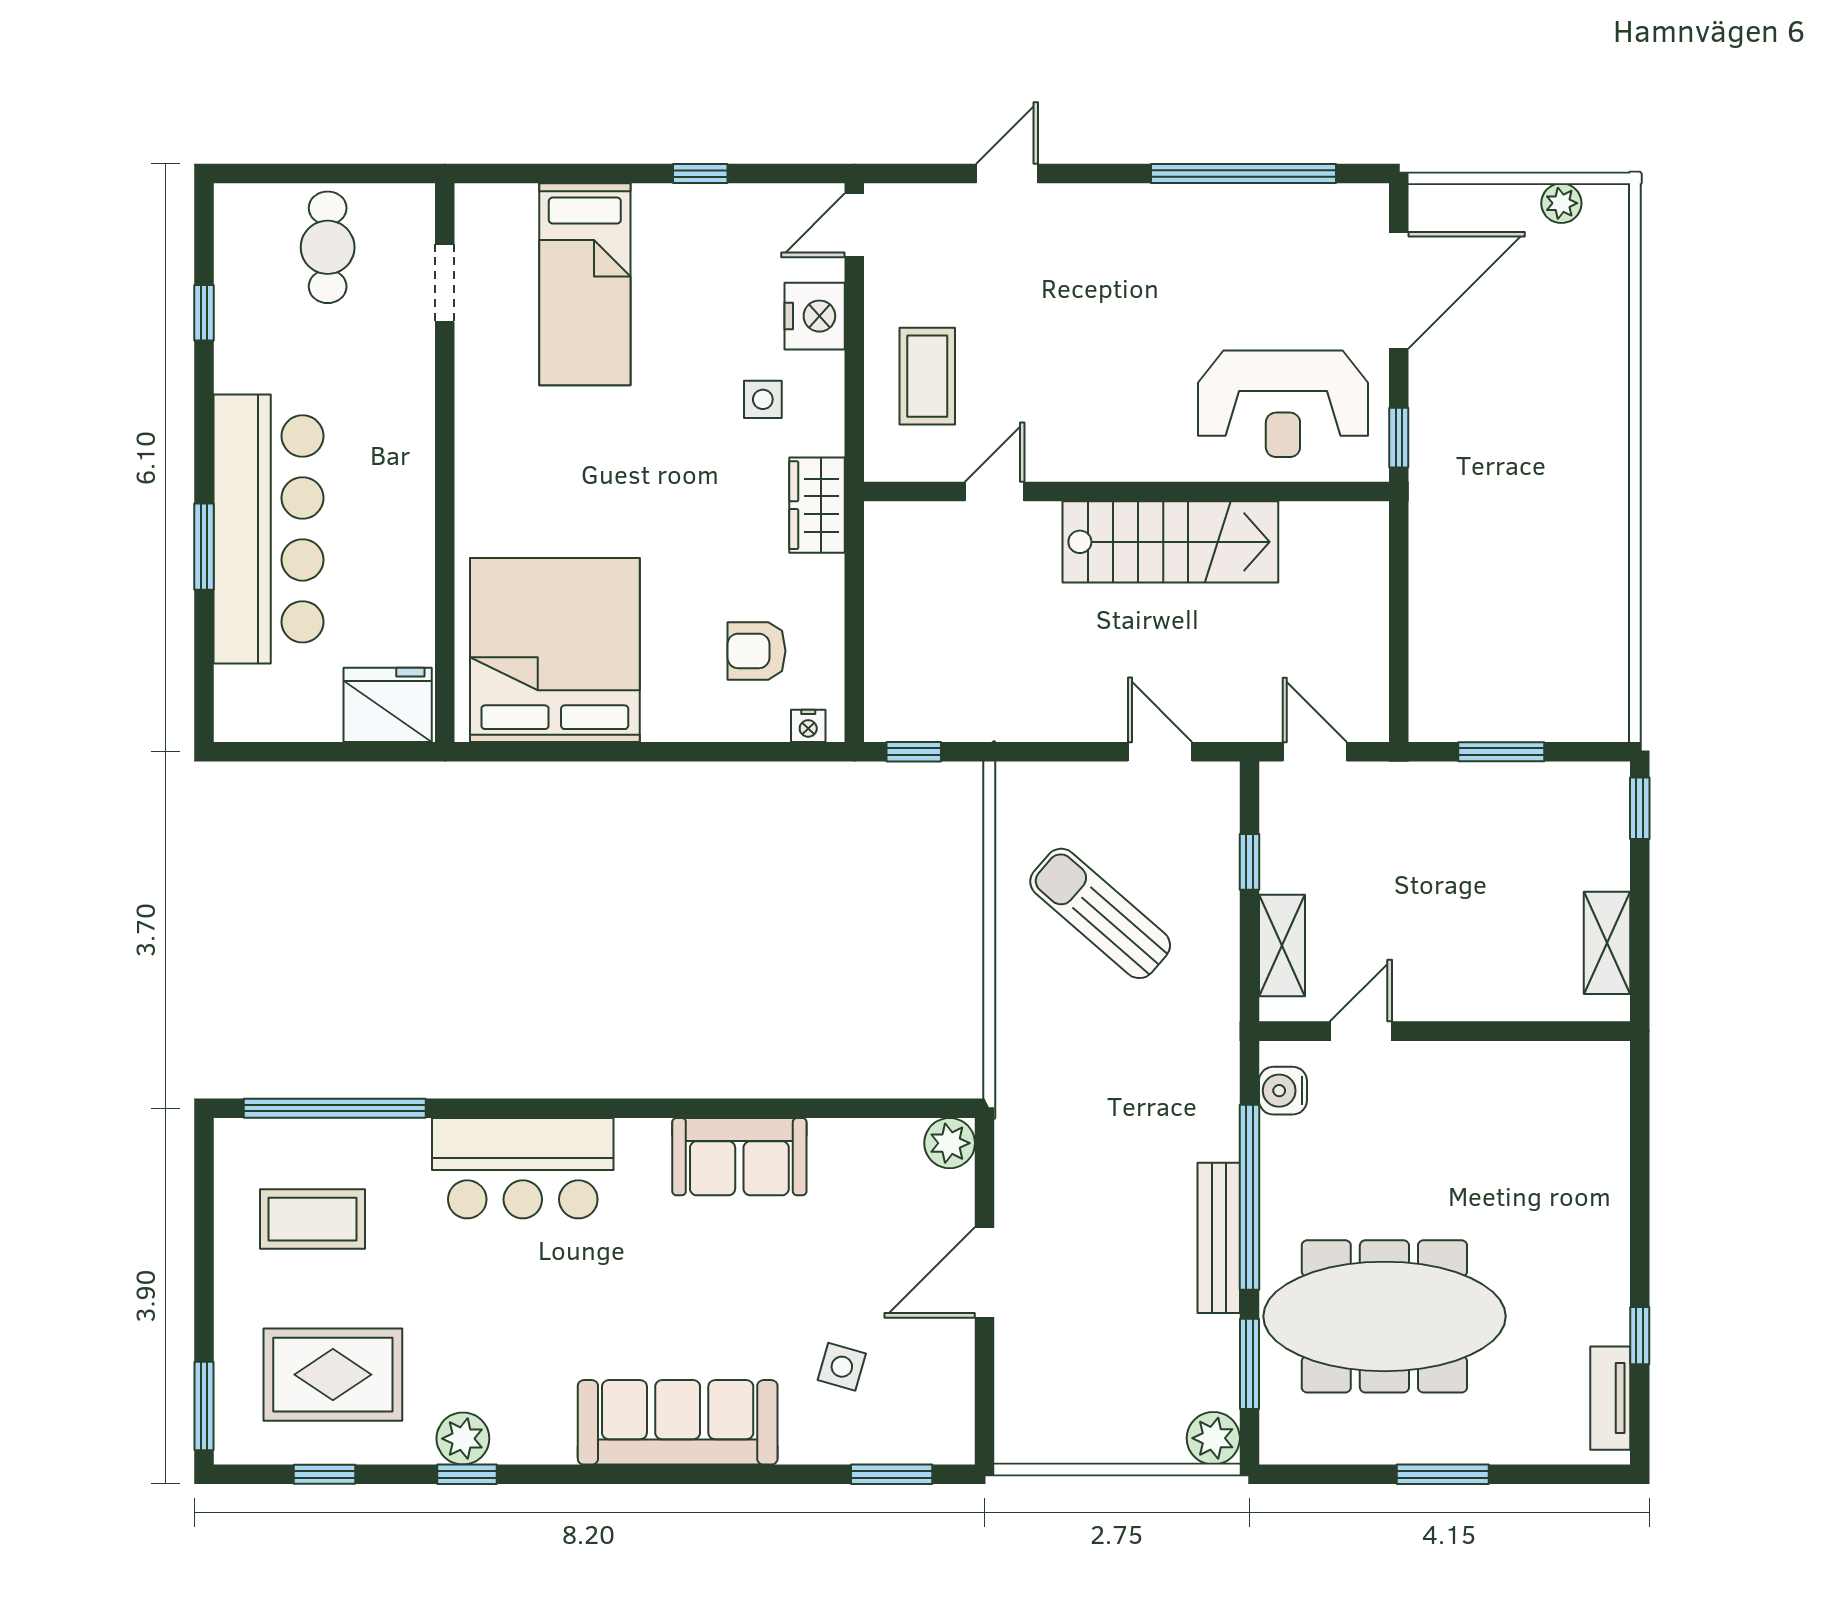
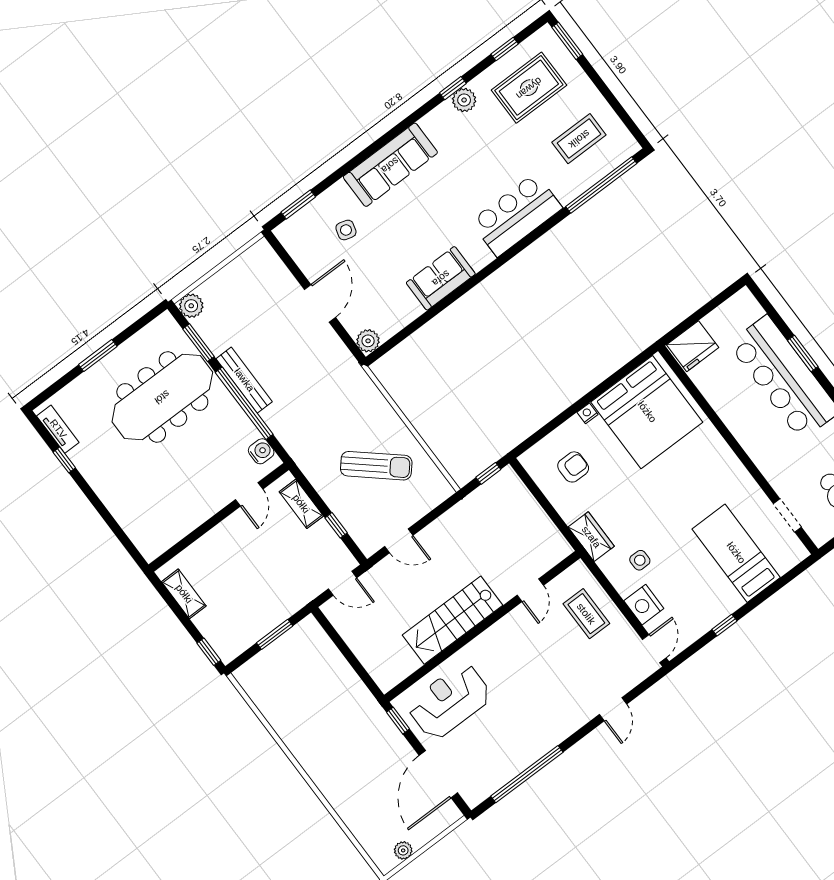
nightstand: (808, 726) -> (588, 413), moved

